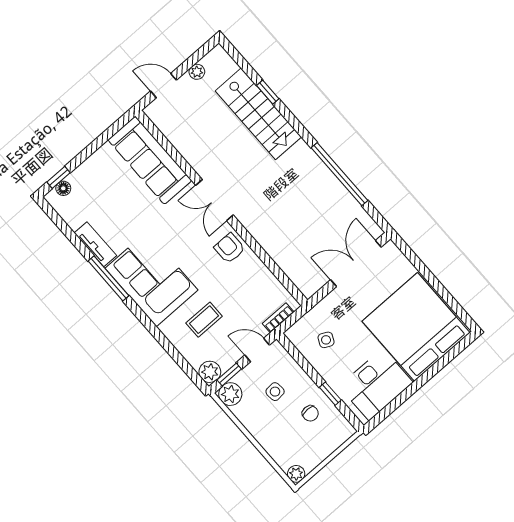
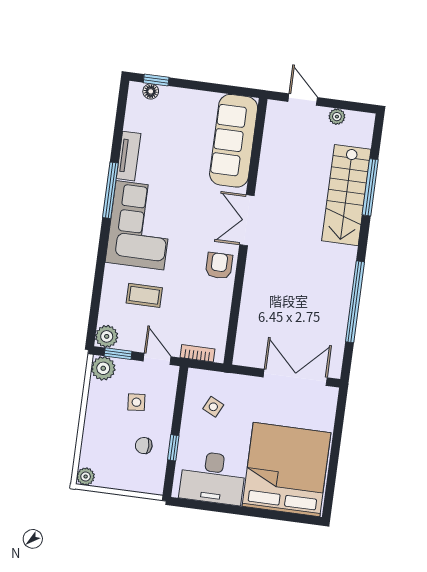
window: (268, 92) -> (370, 187), width x2.17
chair: (310, 413) -> (144, 446), turned 90

